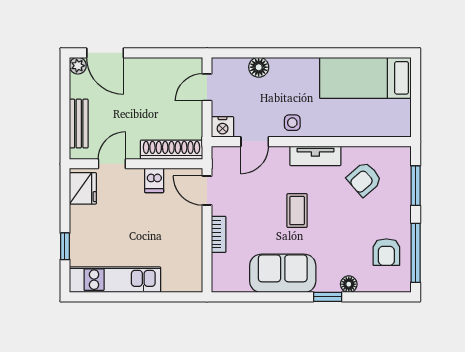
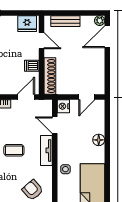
floor lamp: (259, 67) -> (99, 140), moved
door: (207, 87) -> (87, 97), swing flipped
side table: (292, 123) -> (65, 169), moved
tv unit: (315, 156) -> (46, 150), moved

